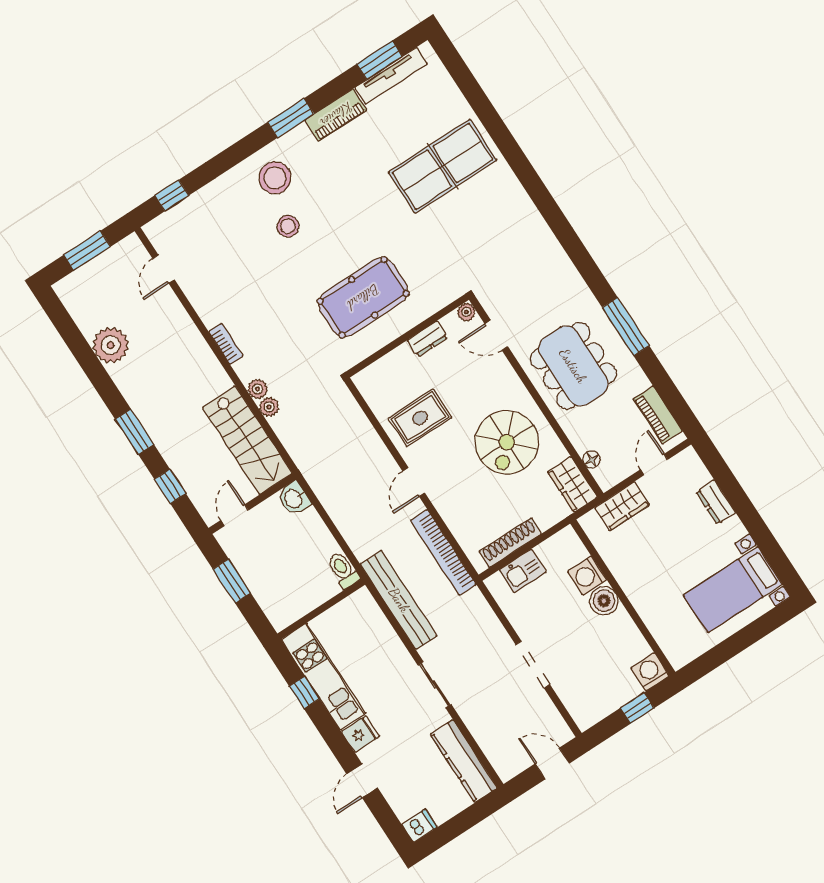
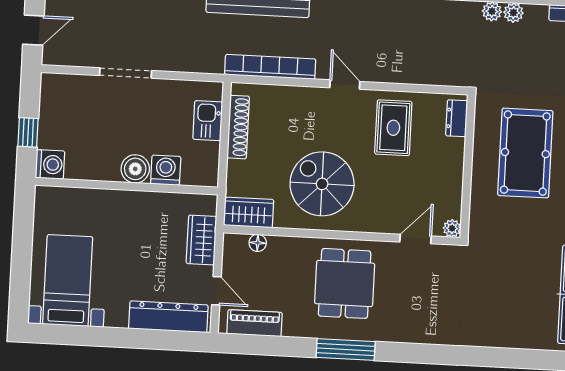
dresser: (427, 339) -> (457, 118), moved
dining table: (573, 366) -> (345, 283), width x0.73
dresser: (716, 502) -> (168, 317), width x1.96, depth x1.24

